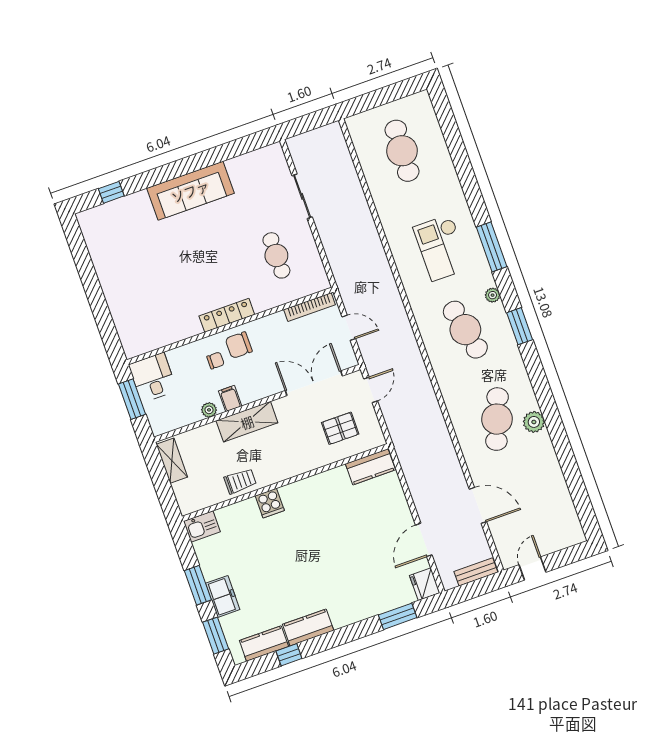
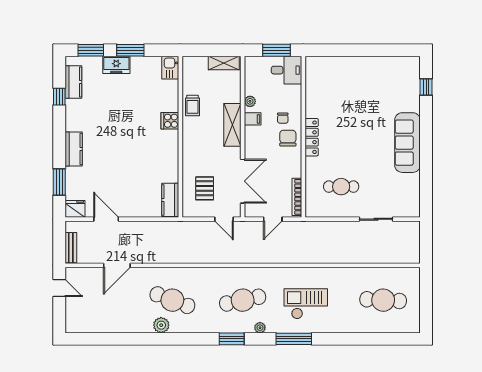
kitchen counter: (308, 627) -> (74, 149), moved

